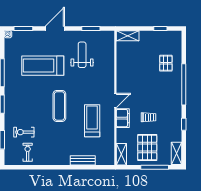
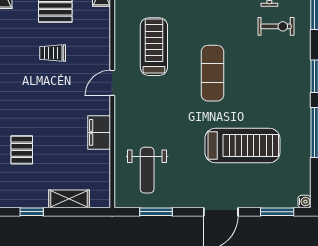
shelving: (128, 36) -> (69, 199), moved
weight bench: (82, 55) -> (147, 170), moved
filing cabinet: (123, 118) -> (99, 132), moved
treadmill: (92, 121) -> (154, 47), turned 180

